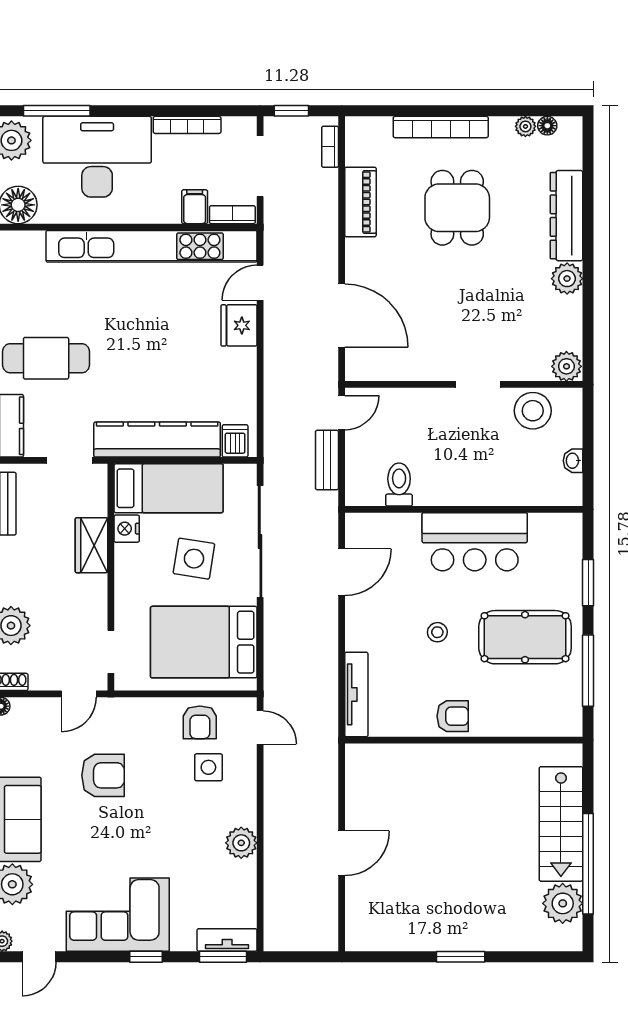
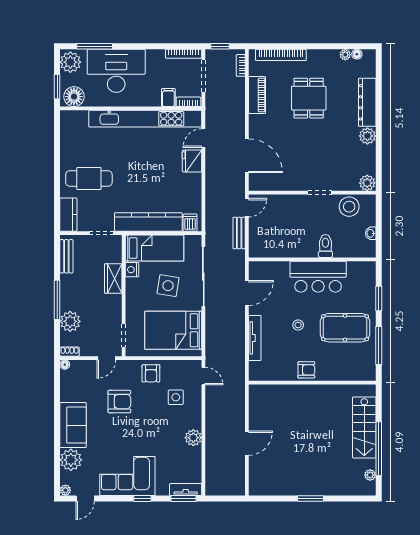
bookcase: (187, 125) -> (184, 54), moved
bookcase: (441, 127) -> (281, 55), moved
toilet: (399, 484) -> (325, 246), moved
tv unit: (356, 694) -> (255, 338), moved
armchair: (200, 722) -> (151, 373), moved
plant: (563, 903) -> (370, 475), width x0.53, depth x0.53

